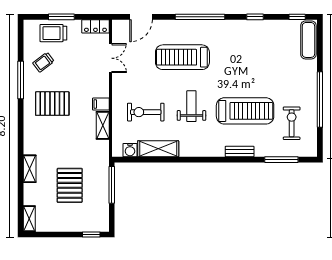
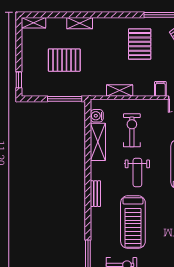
filing cabinet: (101, 104) -> (160, 89), moved
weight bench: (191, 106) -> (137, 172), turned 90
bench: (240, 152) -> (95, 194), moved

